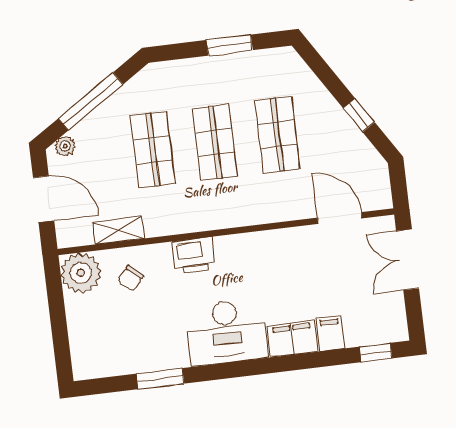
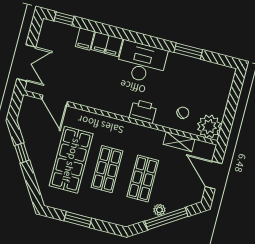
shop shelf: (277, 135) -> (71, 160), width x1.43, depth x1.36
plant: (65, 146) -> (159, 210), moved

